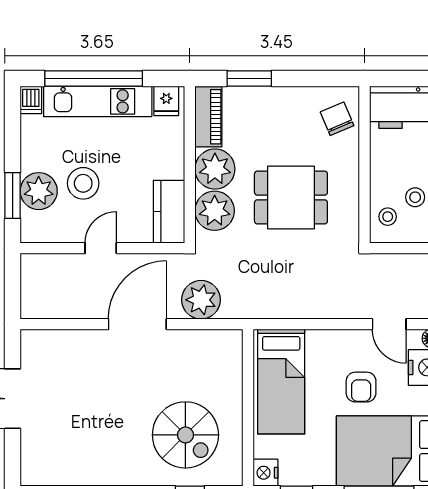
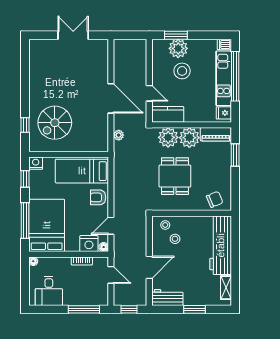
door: (101, 248) -> (149, 93), moved
plant: (201, 300) -> (119, 135), width x0.53, depth x0.53
armchair: (361, 387) -> (98, 197), moved

